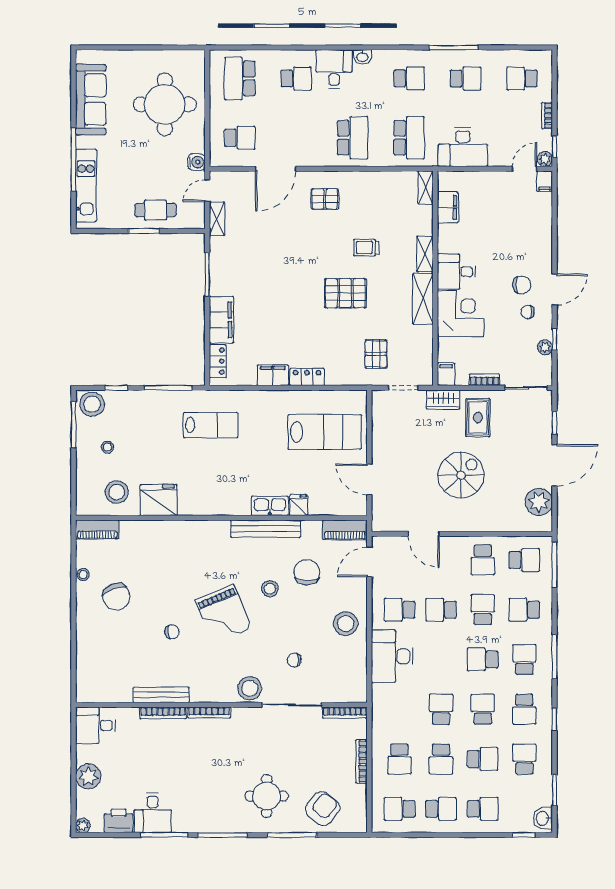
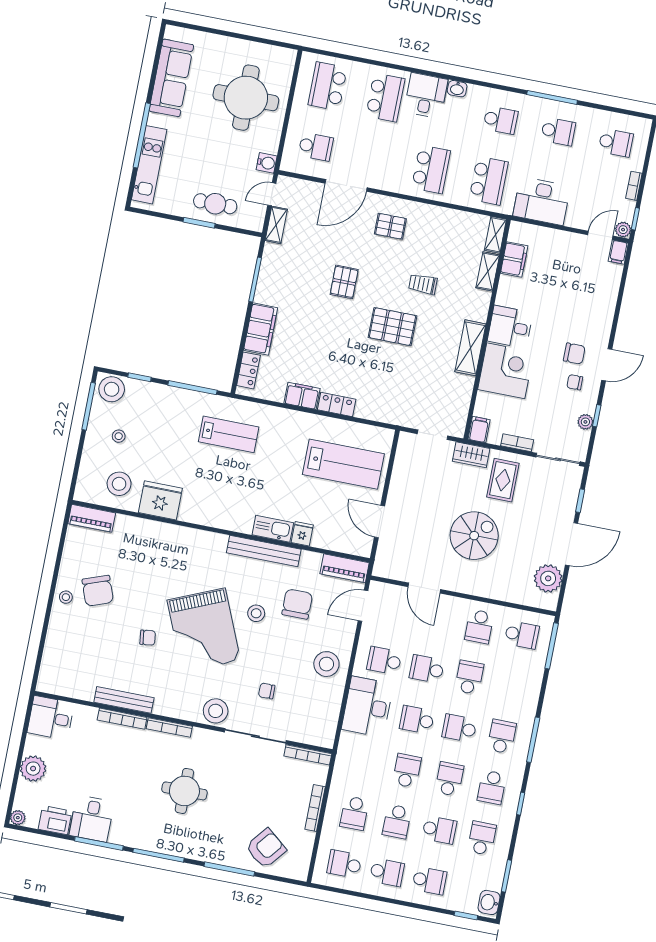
school desk: (296, 78) -> (385, 98), width x1.85
school desk: (522, 78) -> (616, 143), turned 180
shelving: (425, 254) -> (488, 271), moved
pallet: (376, 354) -> (344, 282), moved
stool: (83, 575) -> (66, 597), moved
school desk: (524, 610) -> (417, 720), moved
grand piano: (224, 614) -> (204, 630), width x1.37, depth x1.48
round table: (267, 796) -> (184, 791), moved

